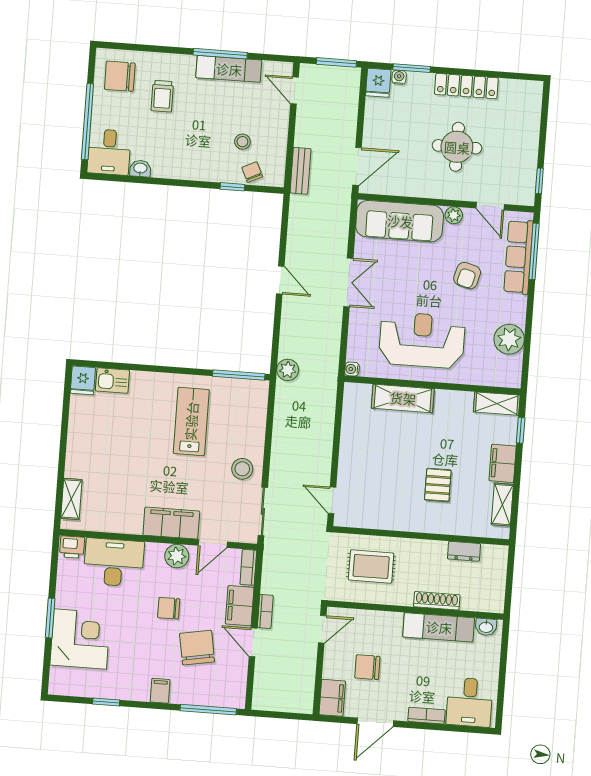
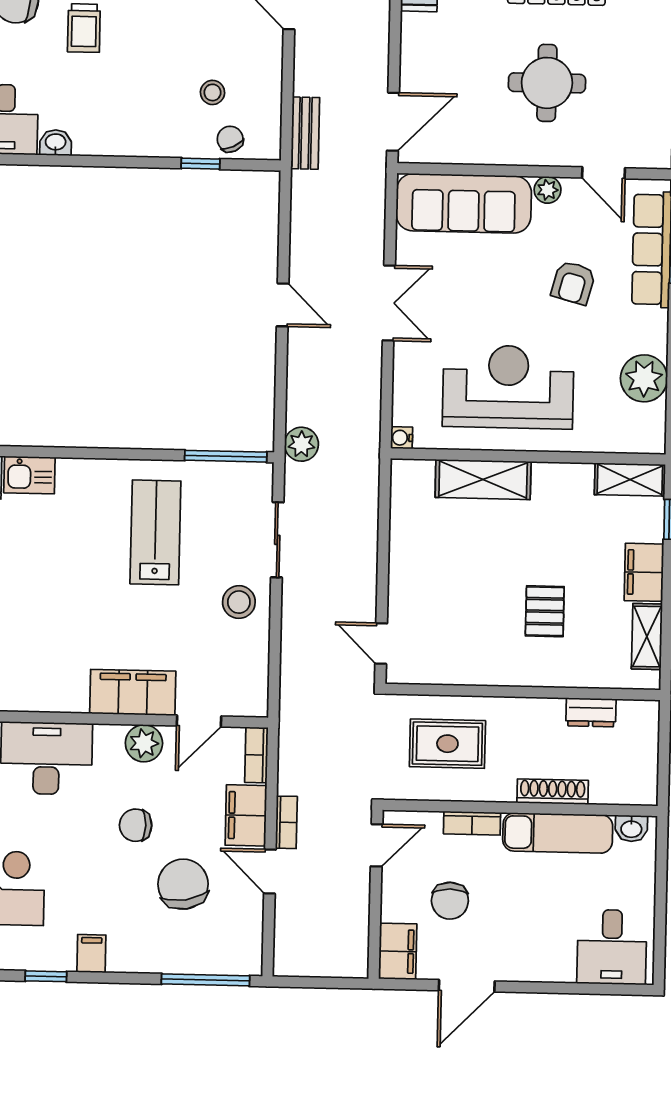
sliding door: (263, 511) -> (277, 540), moved
chair: (367, 667) -> (450, 901), turned -90
filing cabinet: (160, 691) -> (91, 954), moved
bookcase: (426, 716) -> (472, 823), moved, turned 180

